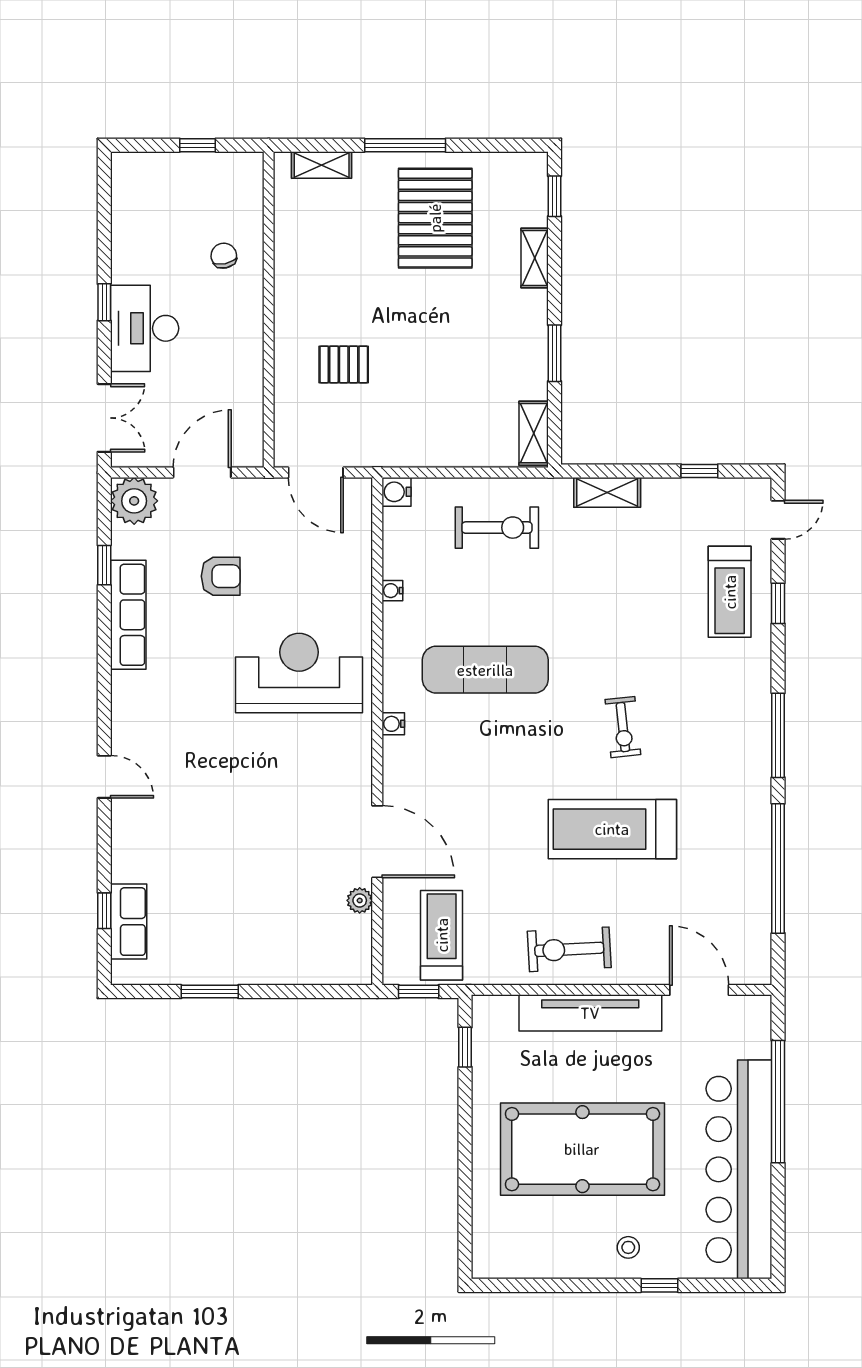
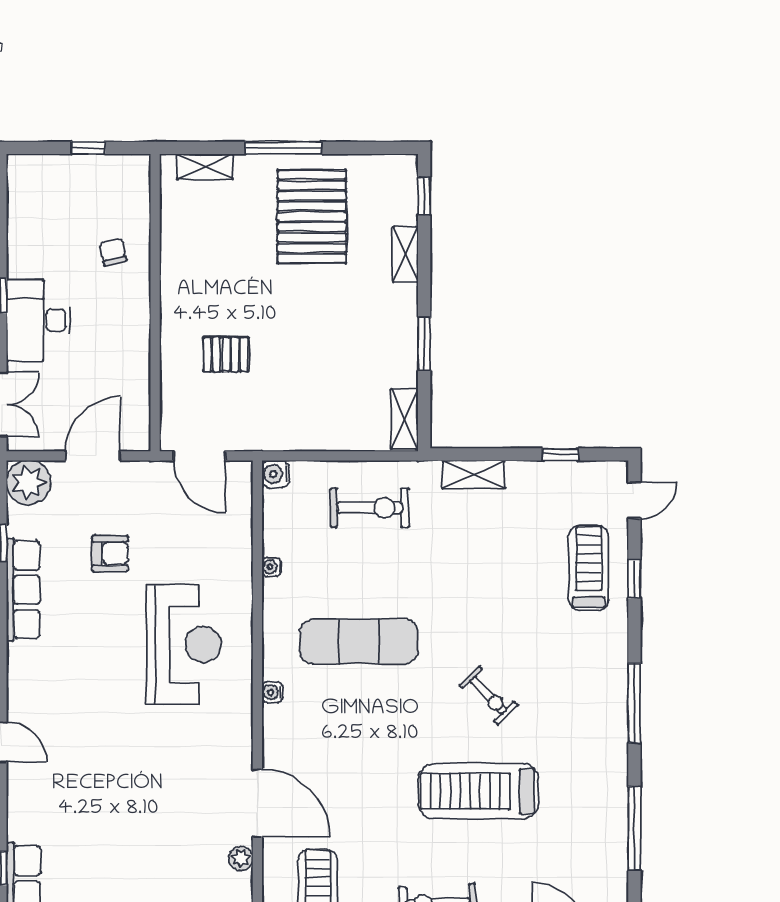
treadmill: (730, 592) -> (589, 568), turned 180
reception desk: (299, 673) -> (184, 644), turned 90
exercise bike: (623, 727) -> (488, 695), turned -38
window: (778, 868) -> (634, 828), width x0.68

